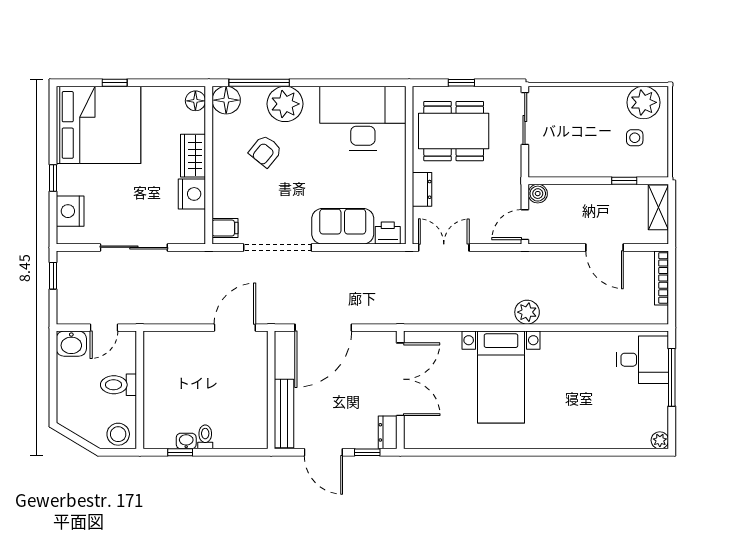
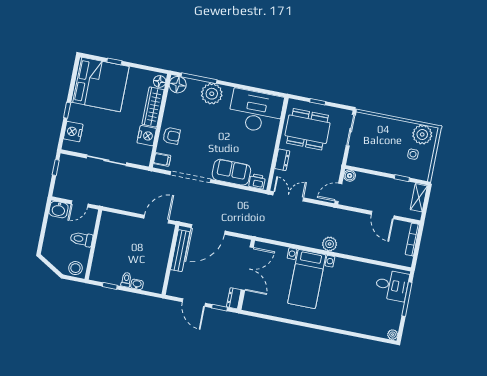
armchair: (265, 151) -> (171, 136), moved, turned -129
wardrobe: (193, 156) -> (153, 107), width x1.50
bench: (284, 413) -> (180, 251), moved
washbasin: (186, 441) -> (137, 284), moved

